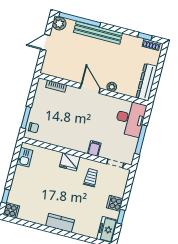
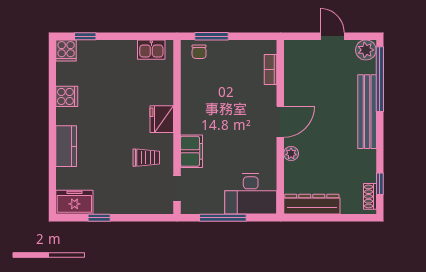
filing cabinet: (94, 149) -> (191, 151), width x2.00
cooker: (115, 203) -> (67, 96), moved, turned 90
kitchen counter: (60, 223) -> (66, 146), moved

